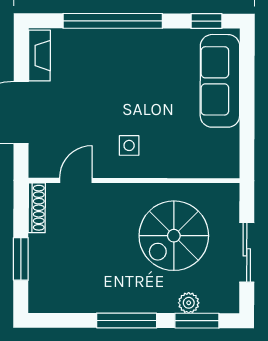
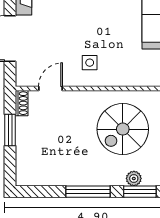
shoe rack: (37, 208) -> (22, 103), width x0.70
window: (21, 259) -> (10, 130), moved

